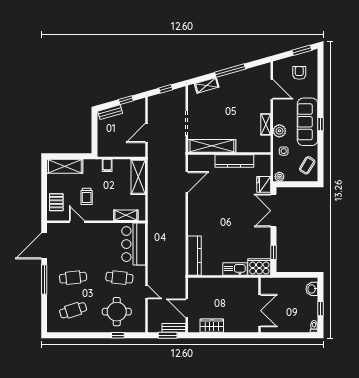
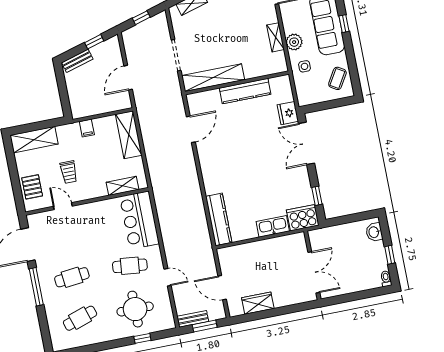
plant: (279, 177) -> (306, 100), removed
bench: (174, 328) -> (193, 319), moved

